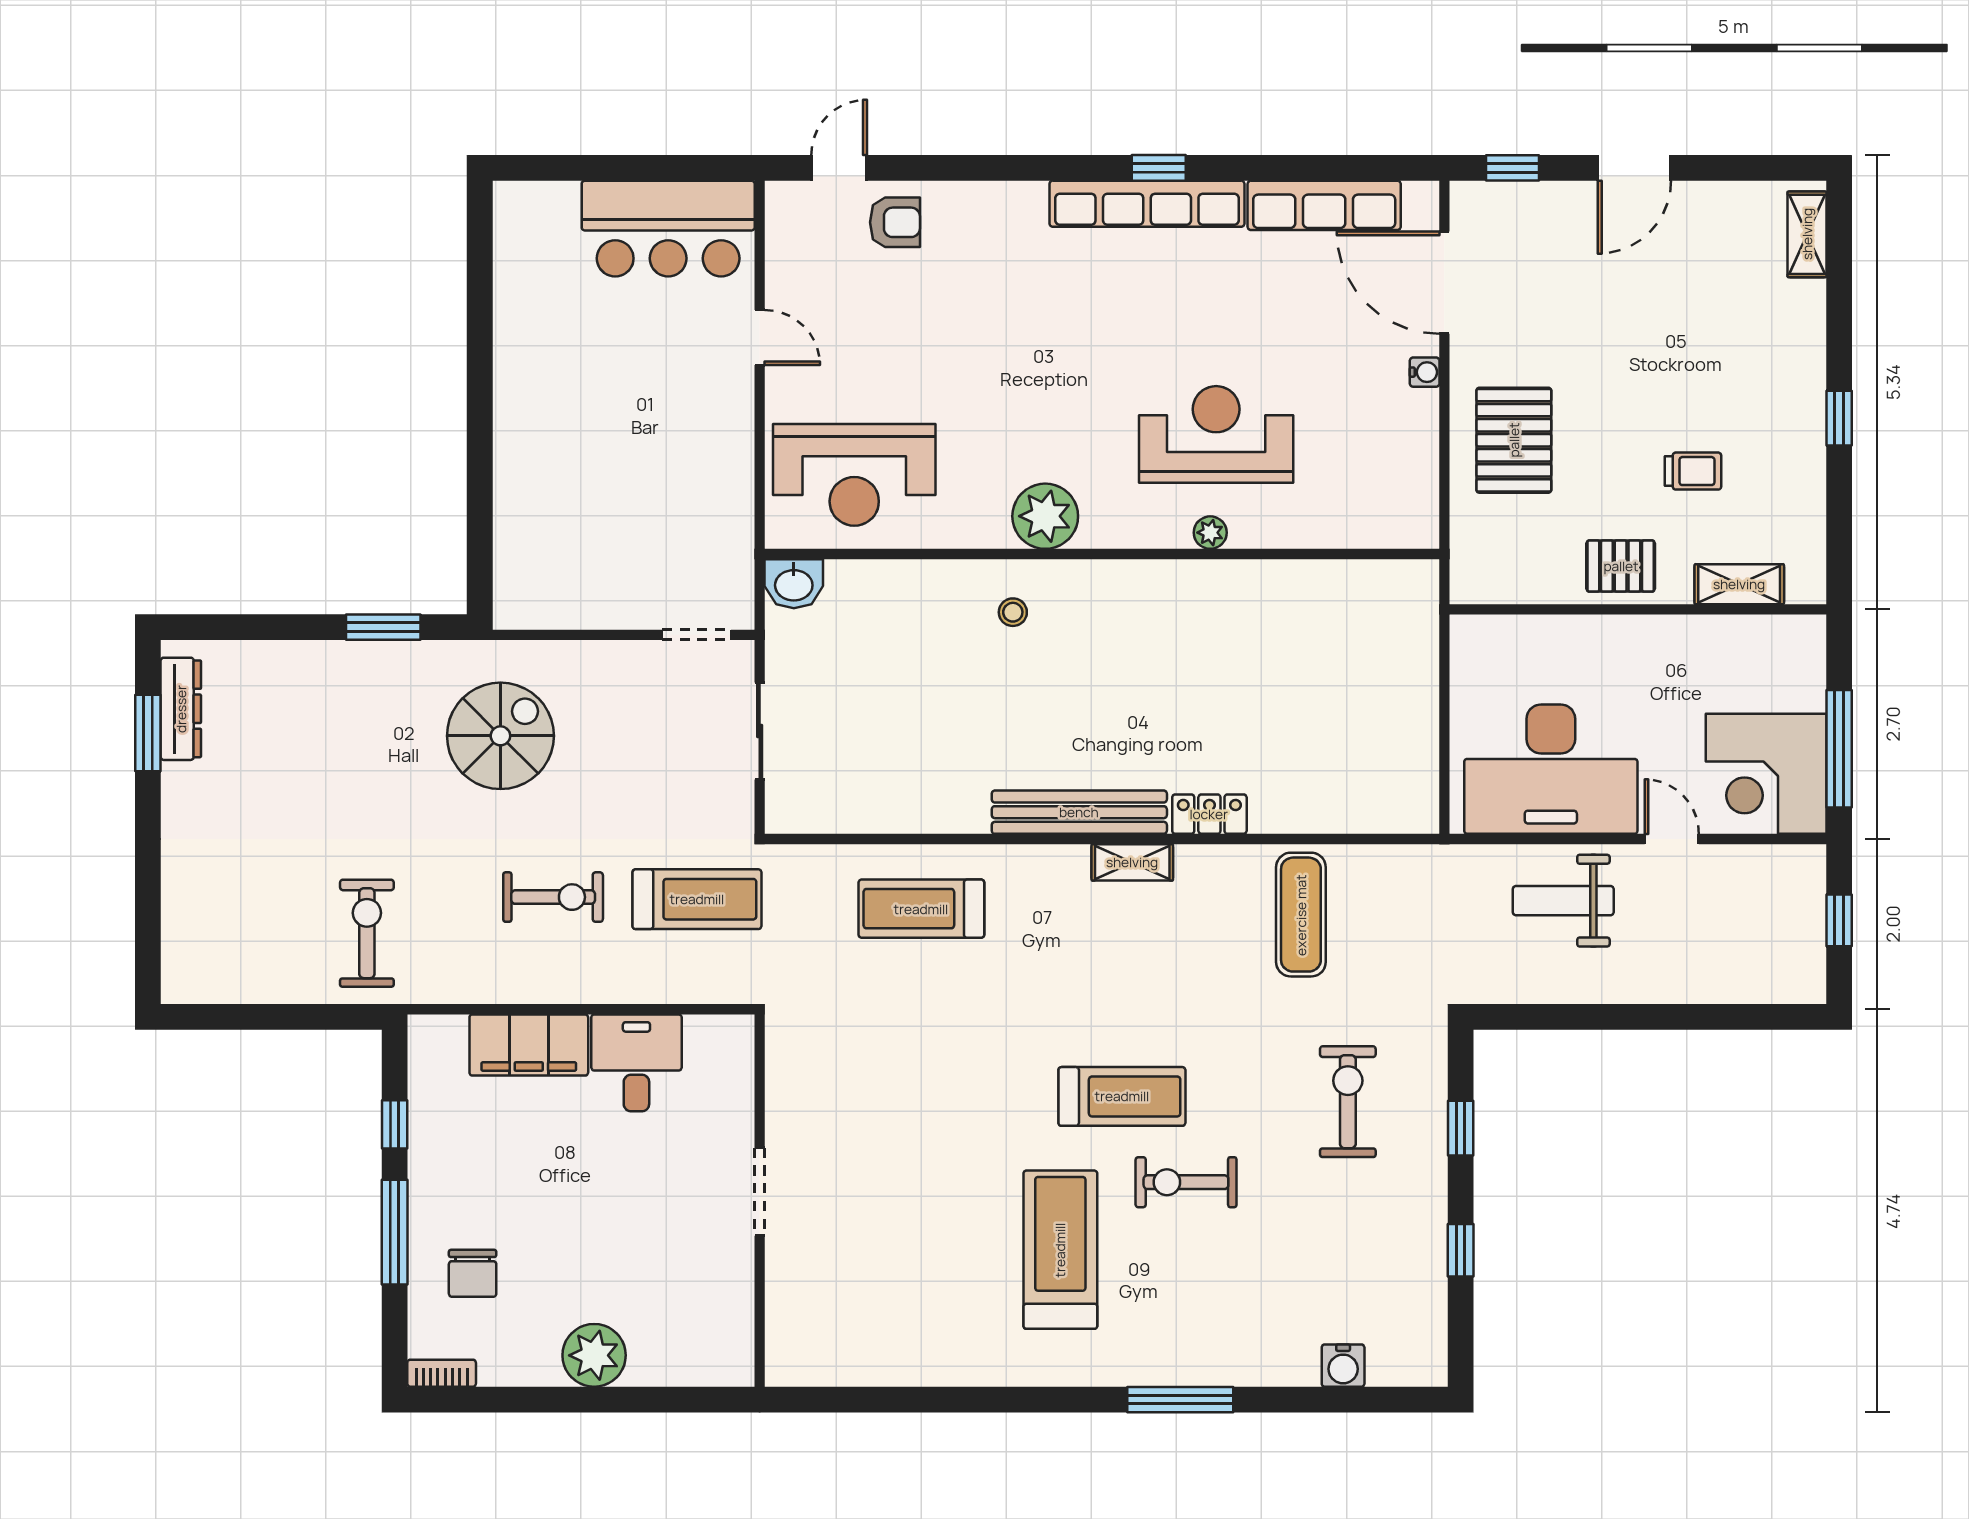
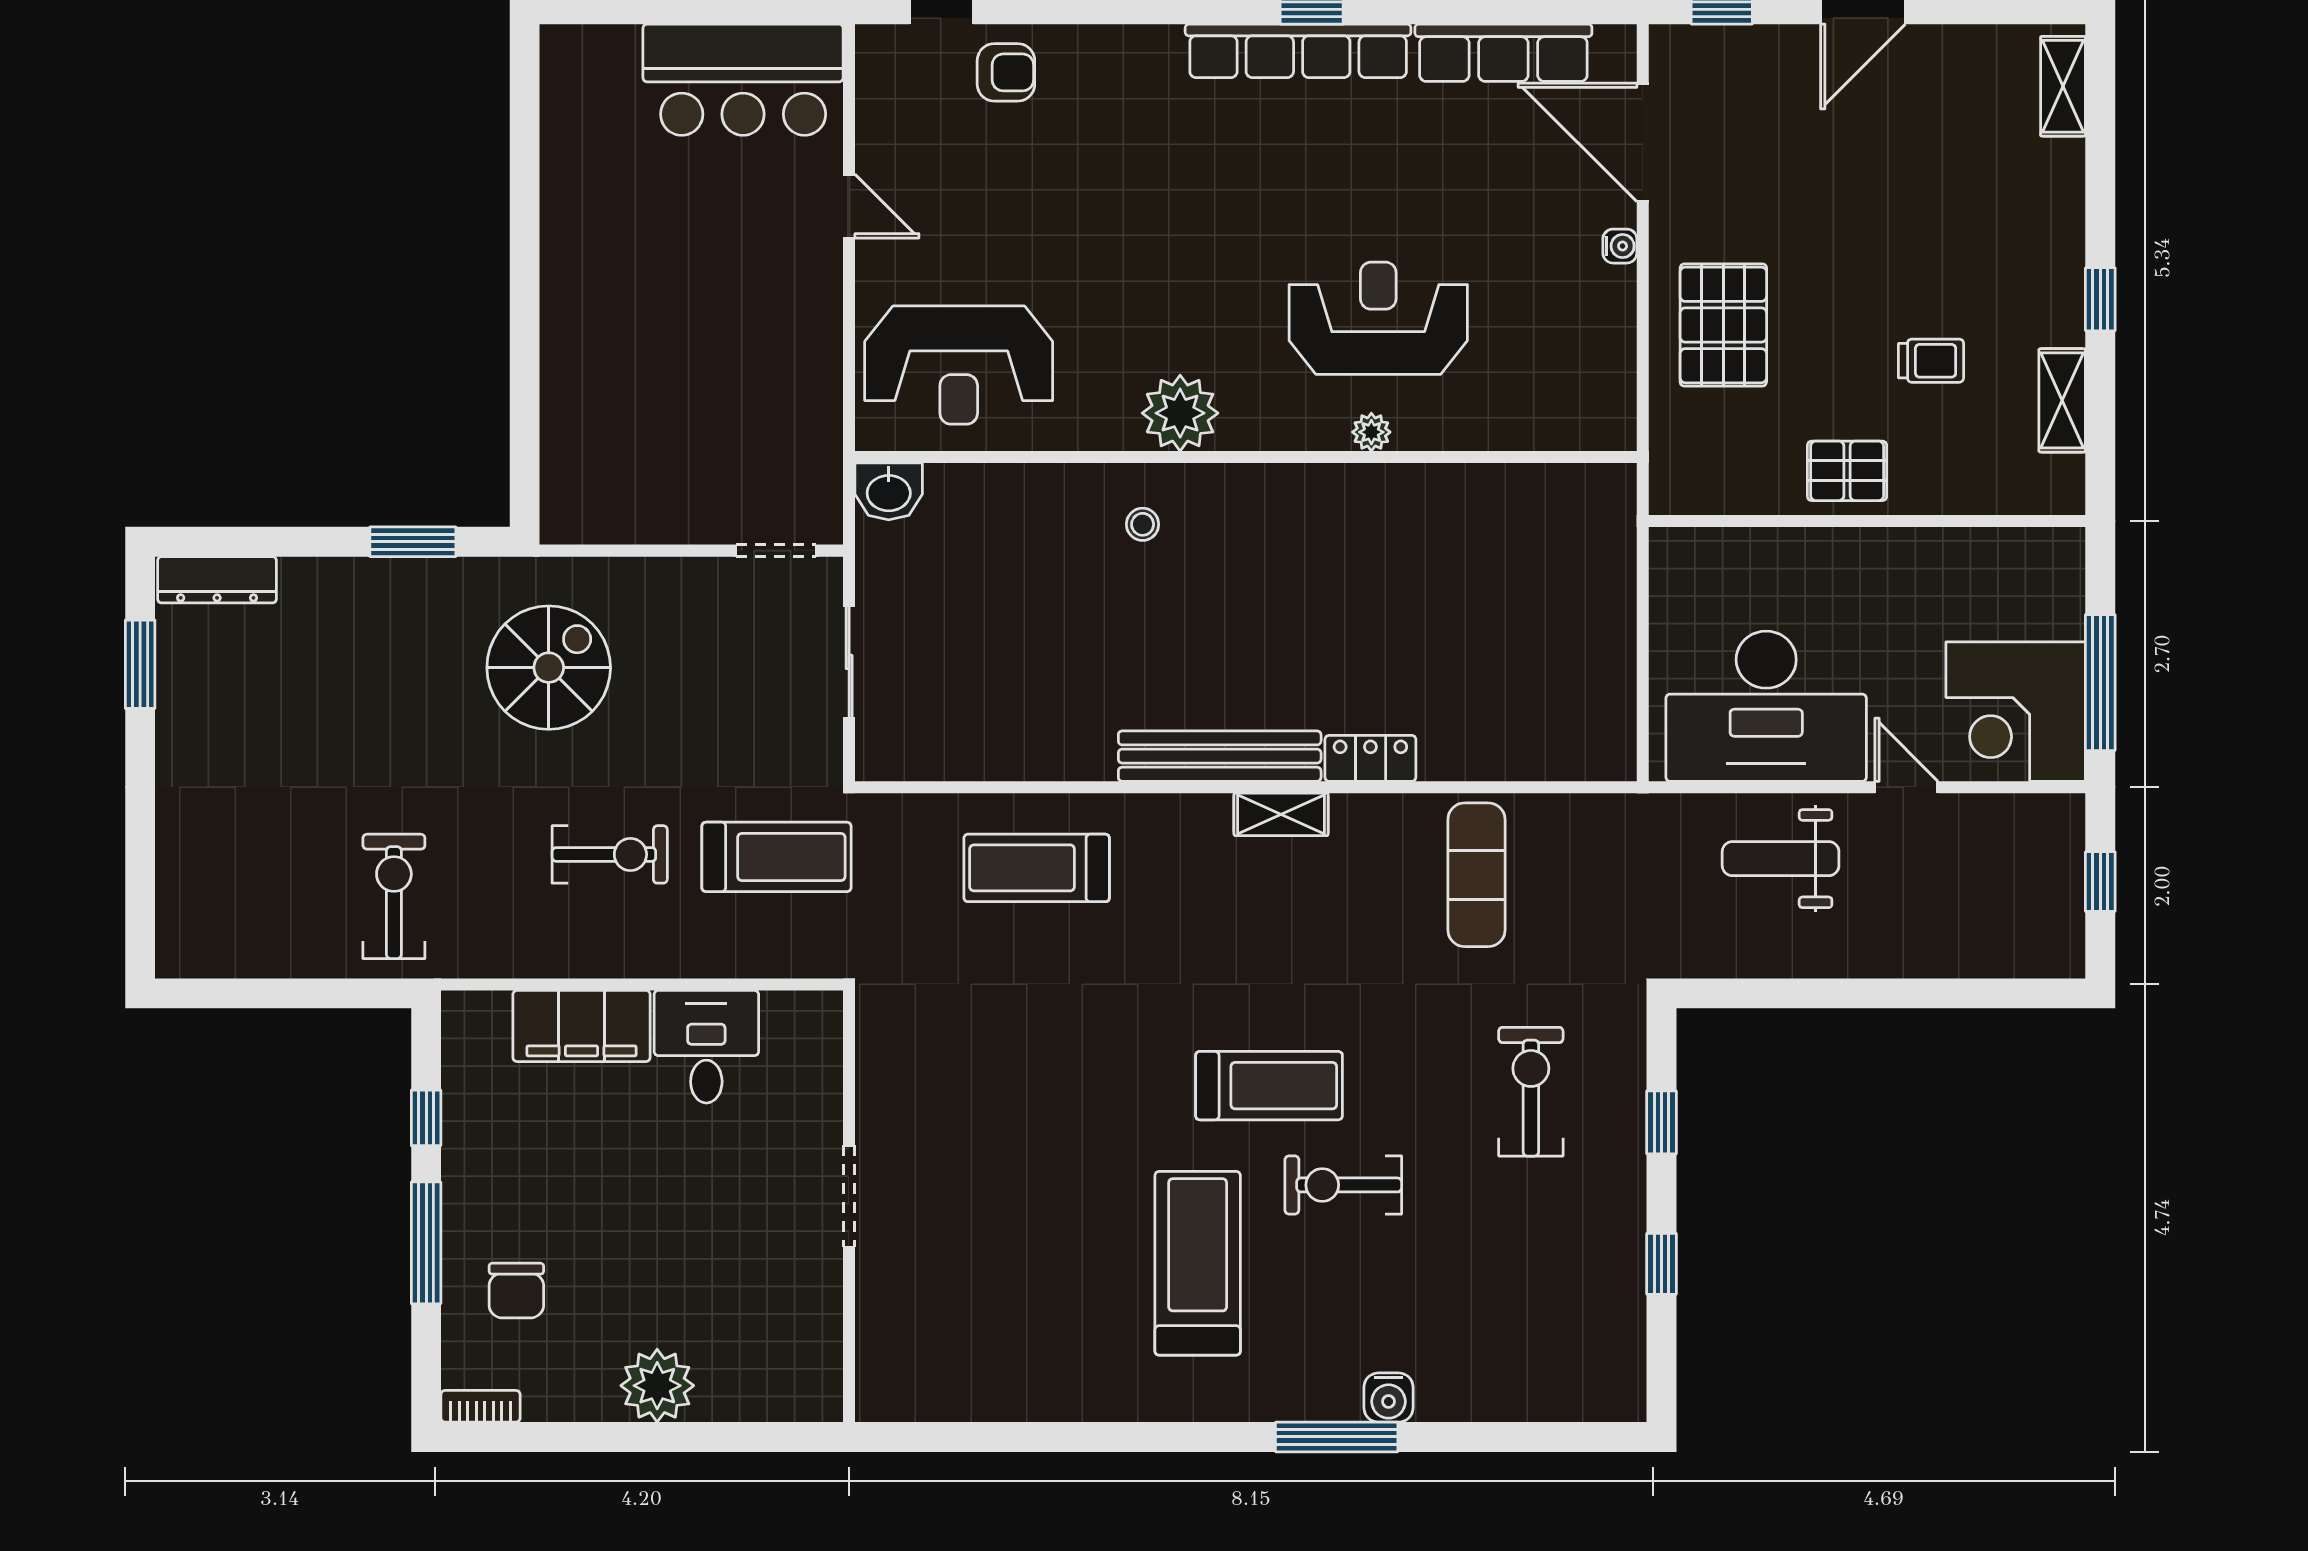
shelving: (1739, 584) -> (2062, 400), moved, turned 90
dresser: (181, 709) -> (217, 580), moved, turned 90
water cooler: (1343, 1366) -> (1389, 1398), moved

